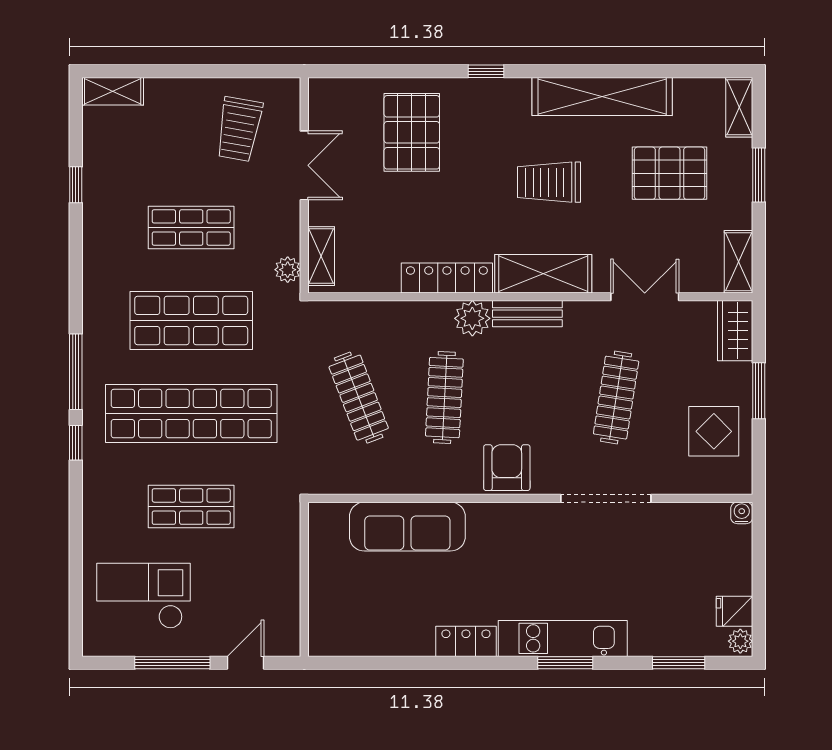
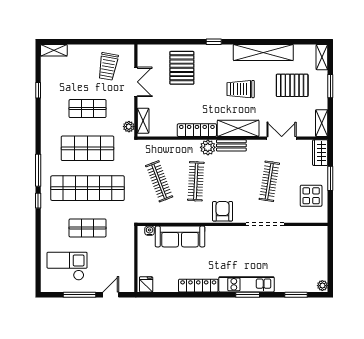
water cooler: (742, 513) -> (150, 231), moved
fridge: (734, 611) -> (146, 284), moved, turned 90
locker: (466, 641) -> (198, 286), width x1.53

